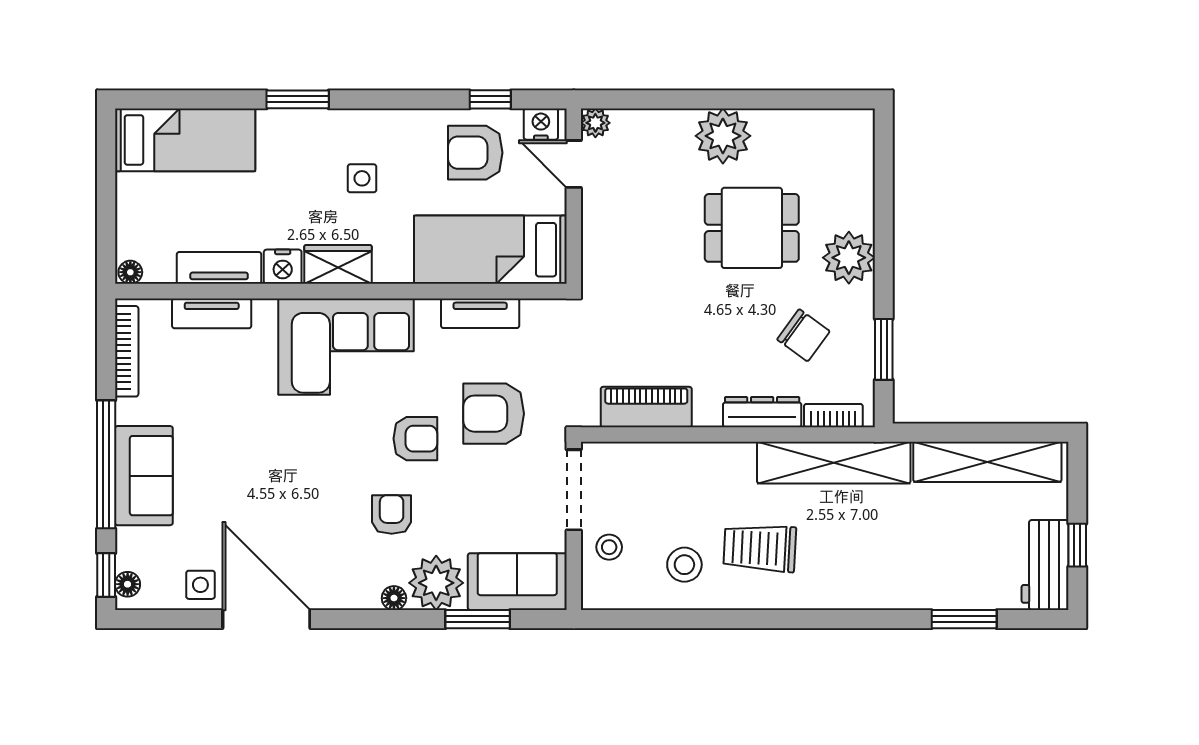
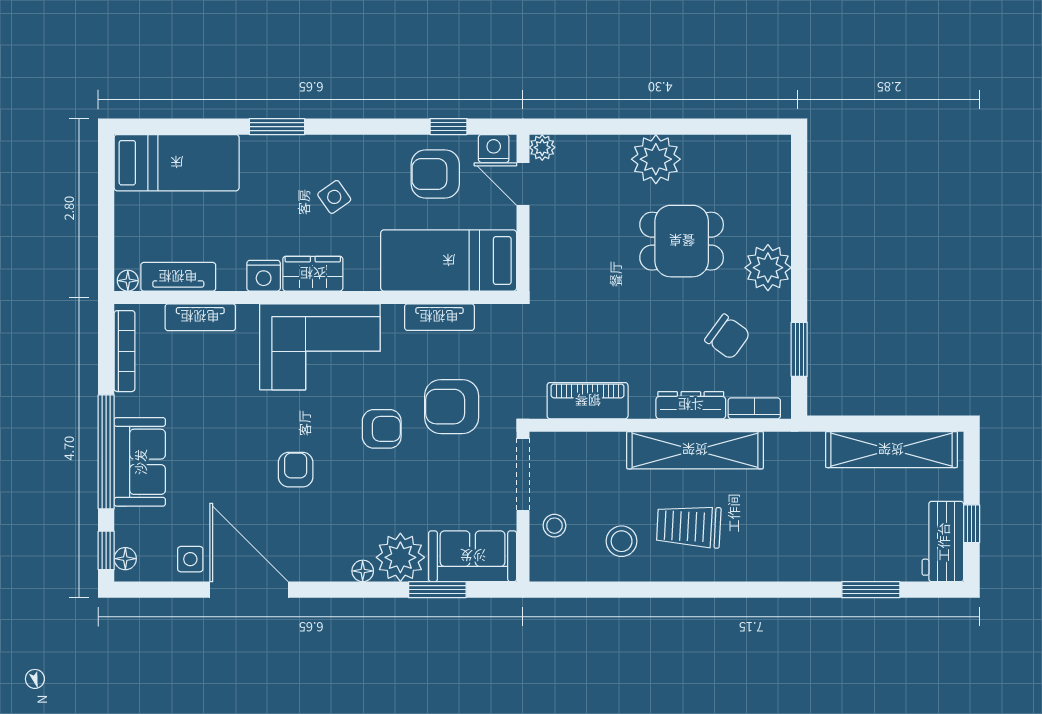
side table: (362, 178) -> (334, 197), turned -35
tv unit: (219, 268) -> (178, 277), moved
shelving: (834, 463) -> (695, 450), moved
armchair: (392, 514) -> (296, 470), moved

